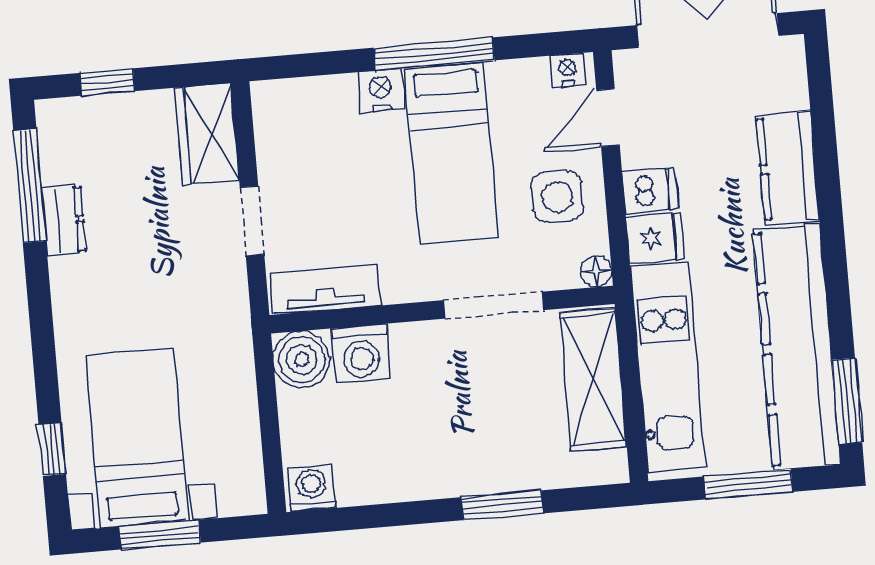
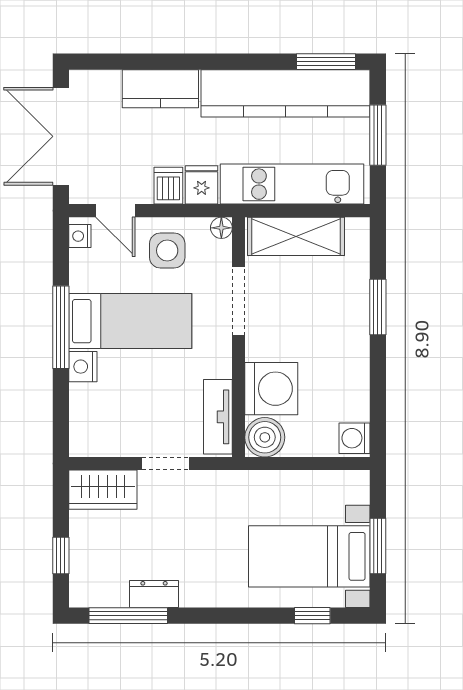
washing machine: (361, 353) -> (271, 389), width x1.37, depth x1.37

